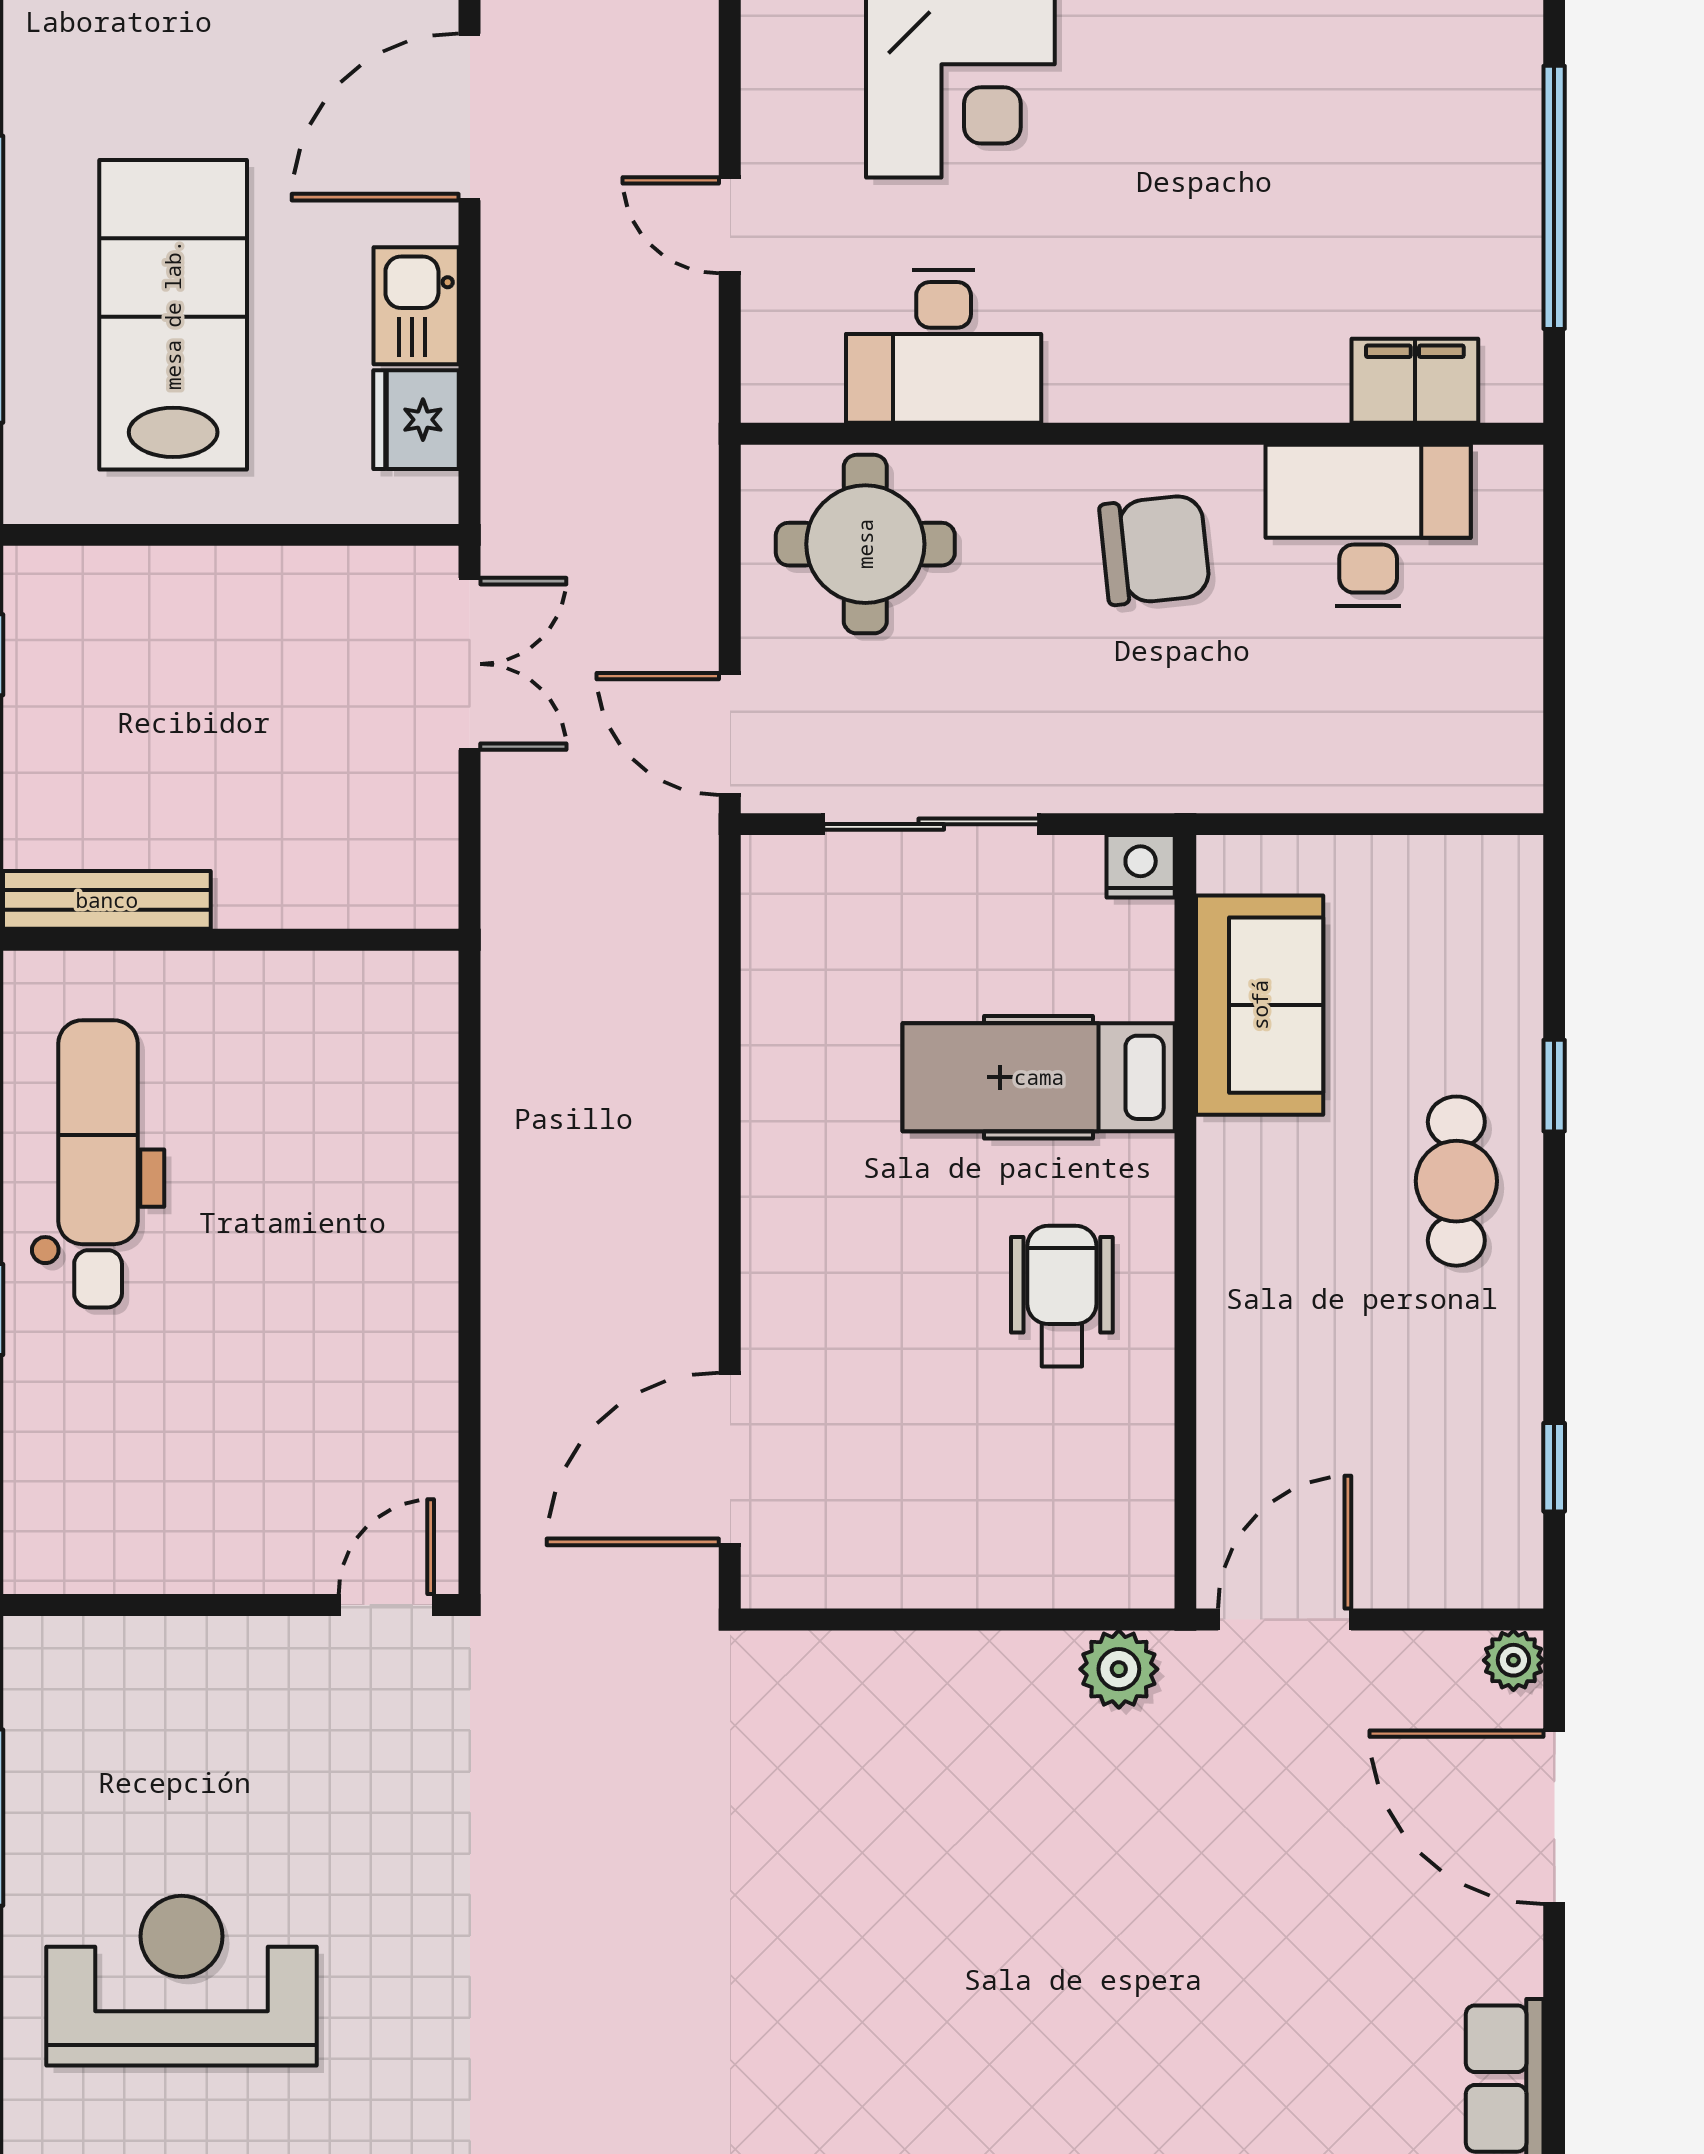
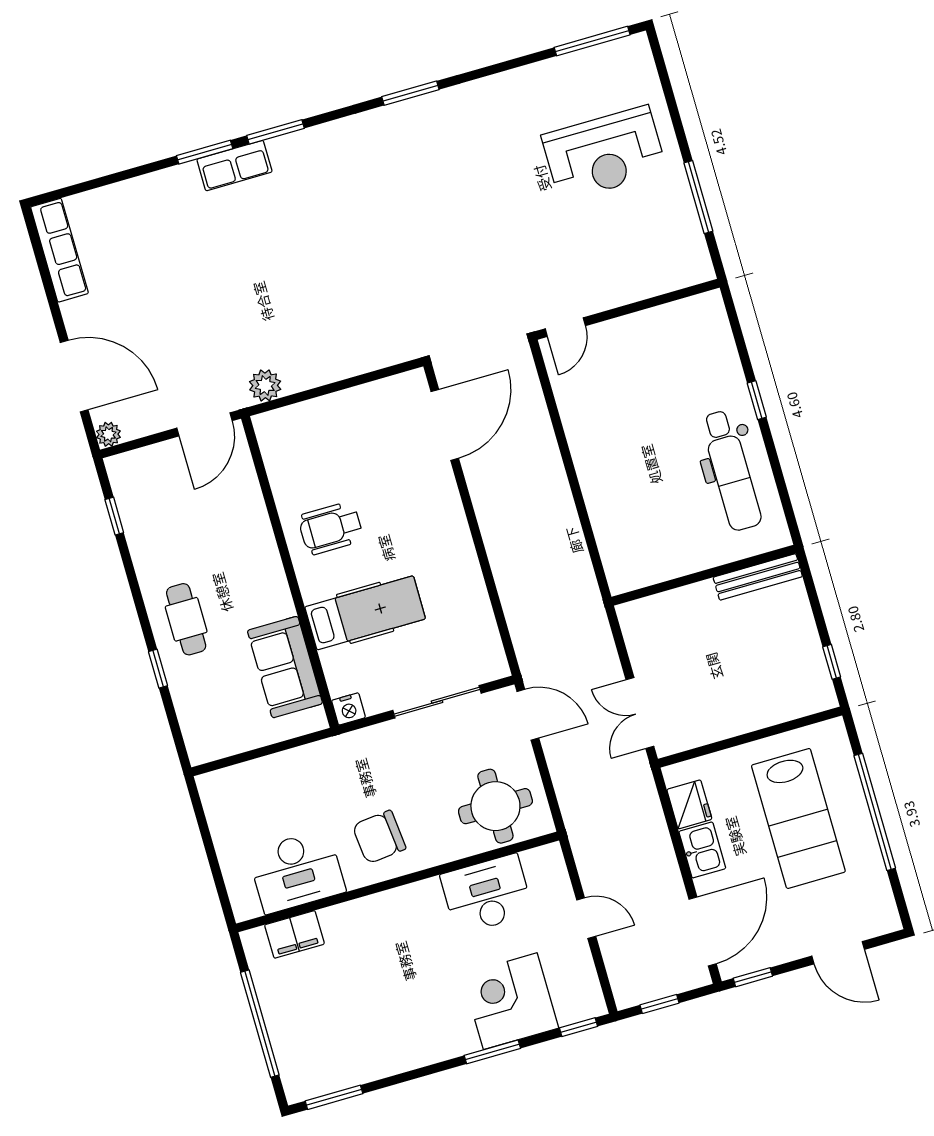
wheelchair: (1062, 1296) -> (331, 528), turned 90

